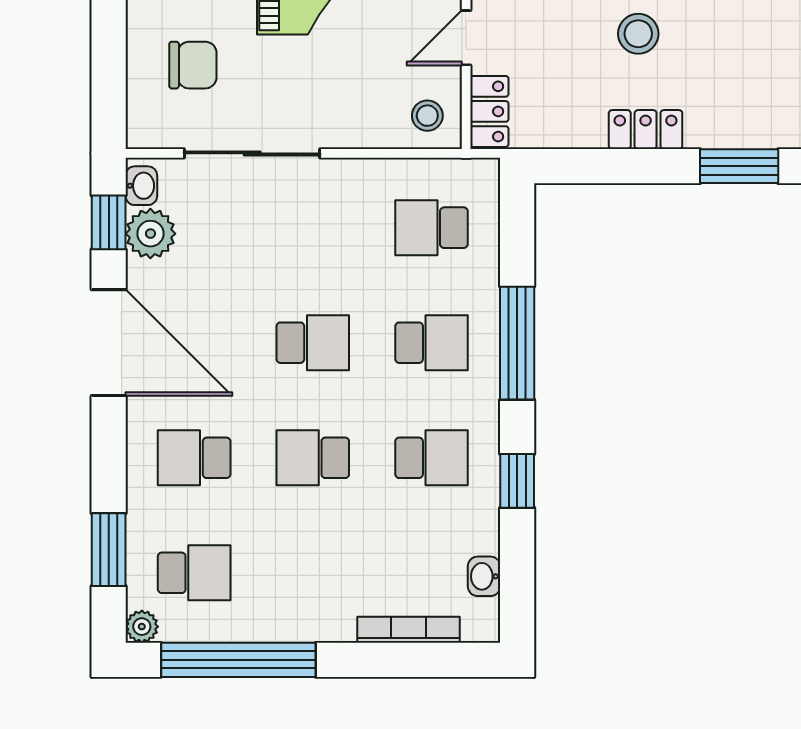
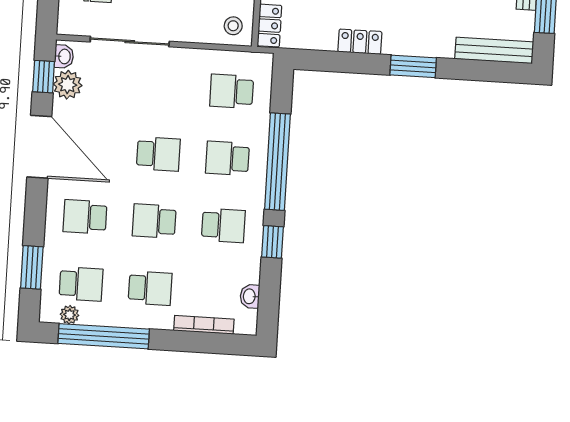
school desk: (431, 343) -> (227, 158), turned 180
window: (517, 343) -> (277, 162), width x1.46
school desk: (313, 573) -> (150, 288), added
plant: (142, 627) -> (70, 315), moved

